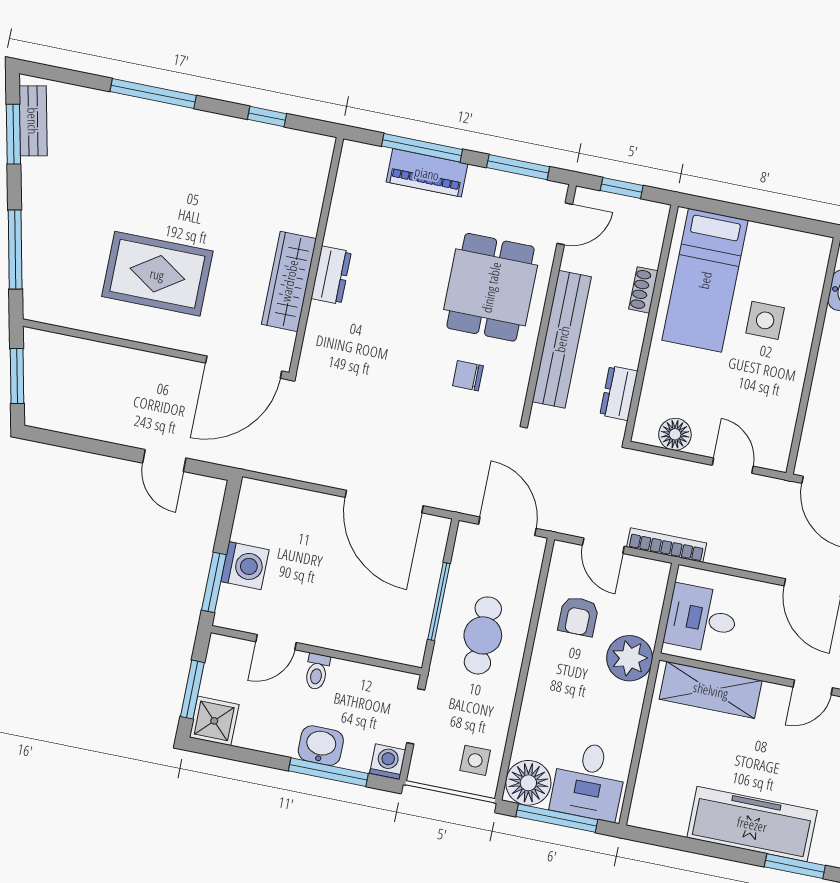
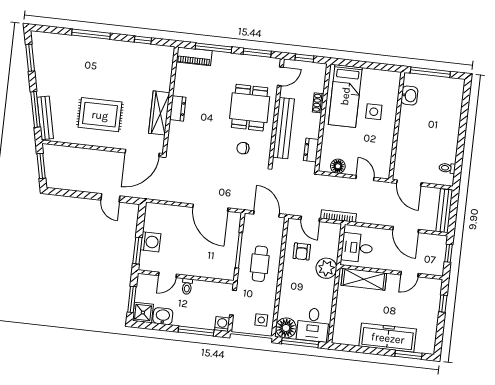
bench: (33, 121) -> (45, 118), moved, width x1.36
piano: (427, 173) -> (194, 56), moved
washbasin: (321, 746) -> (163, 316), moved

